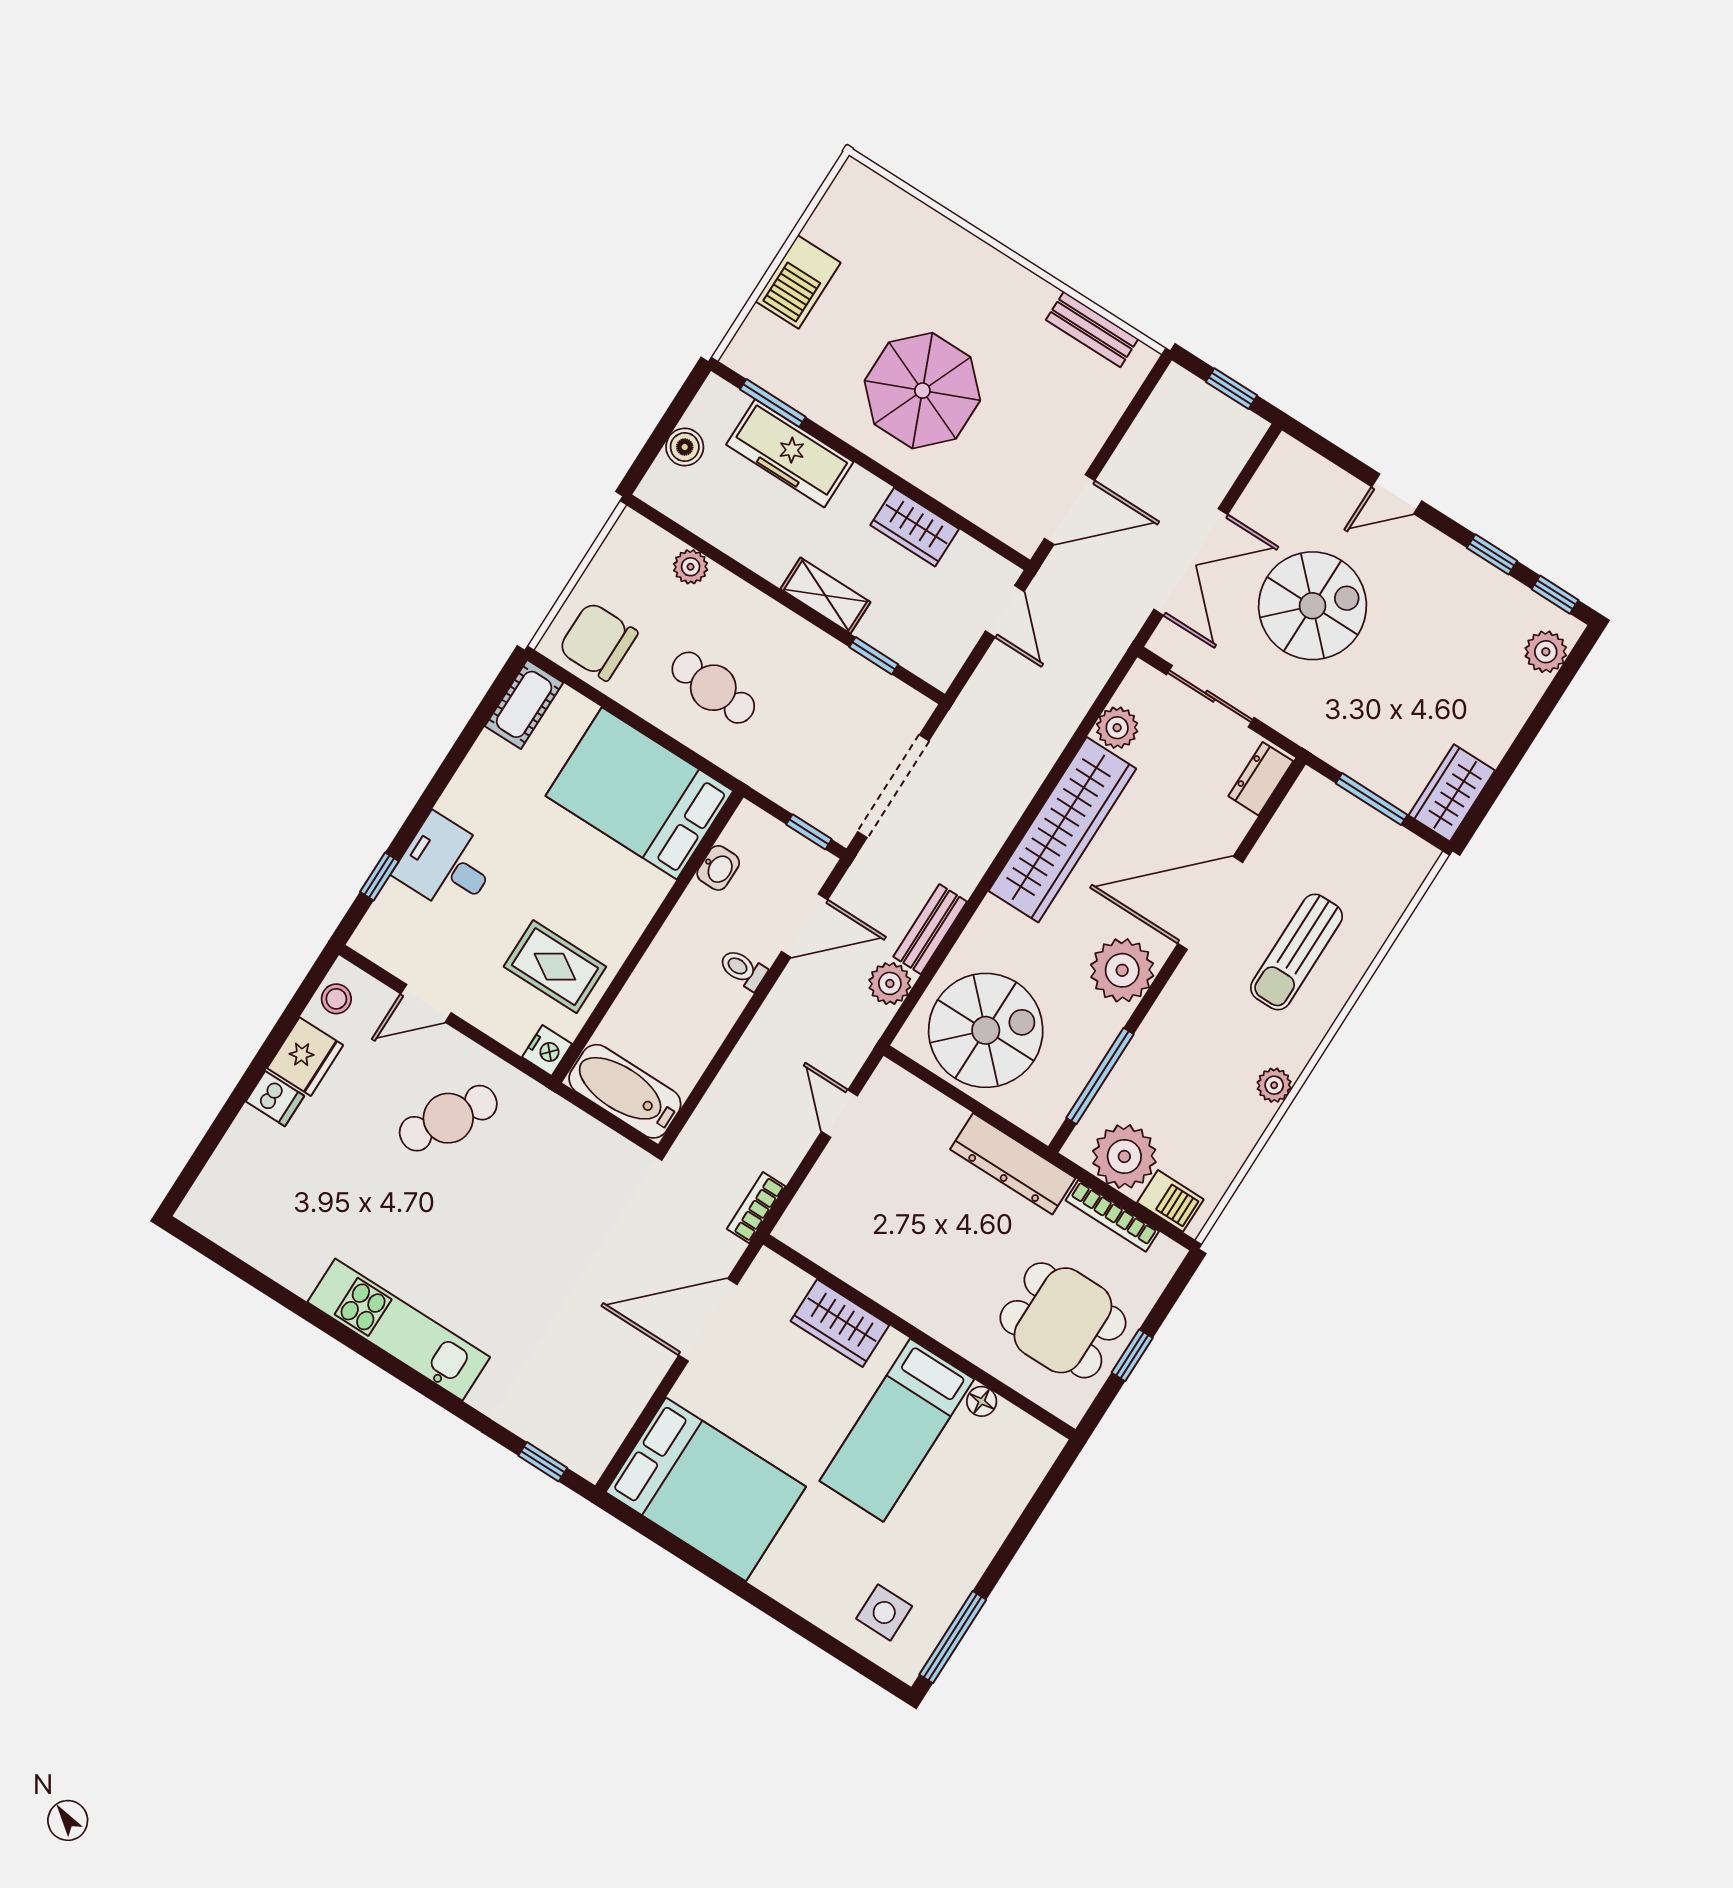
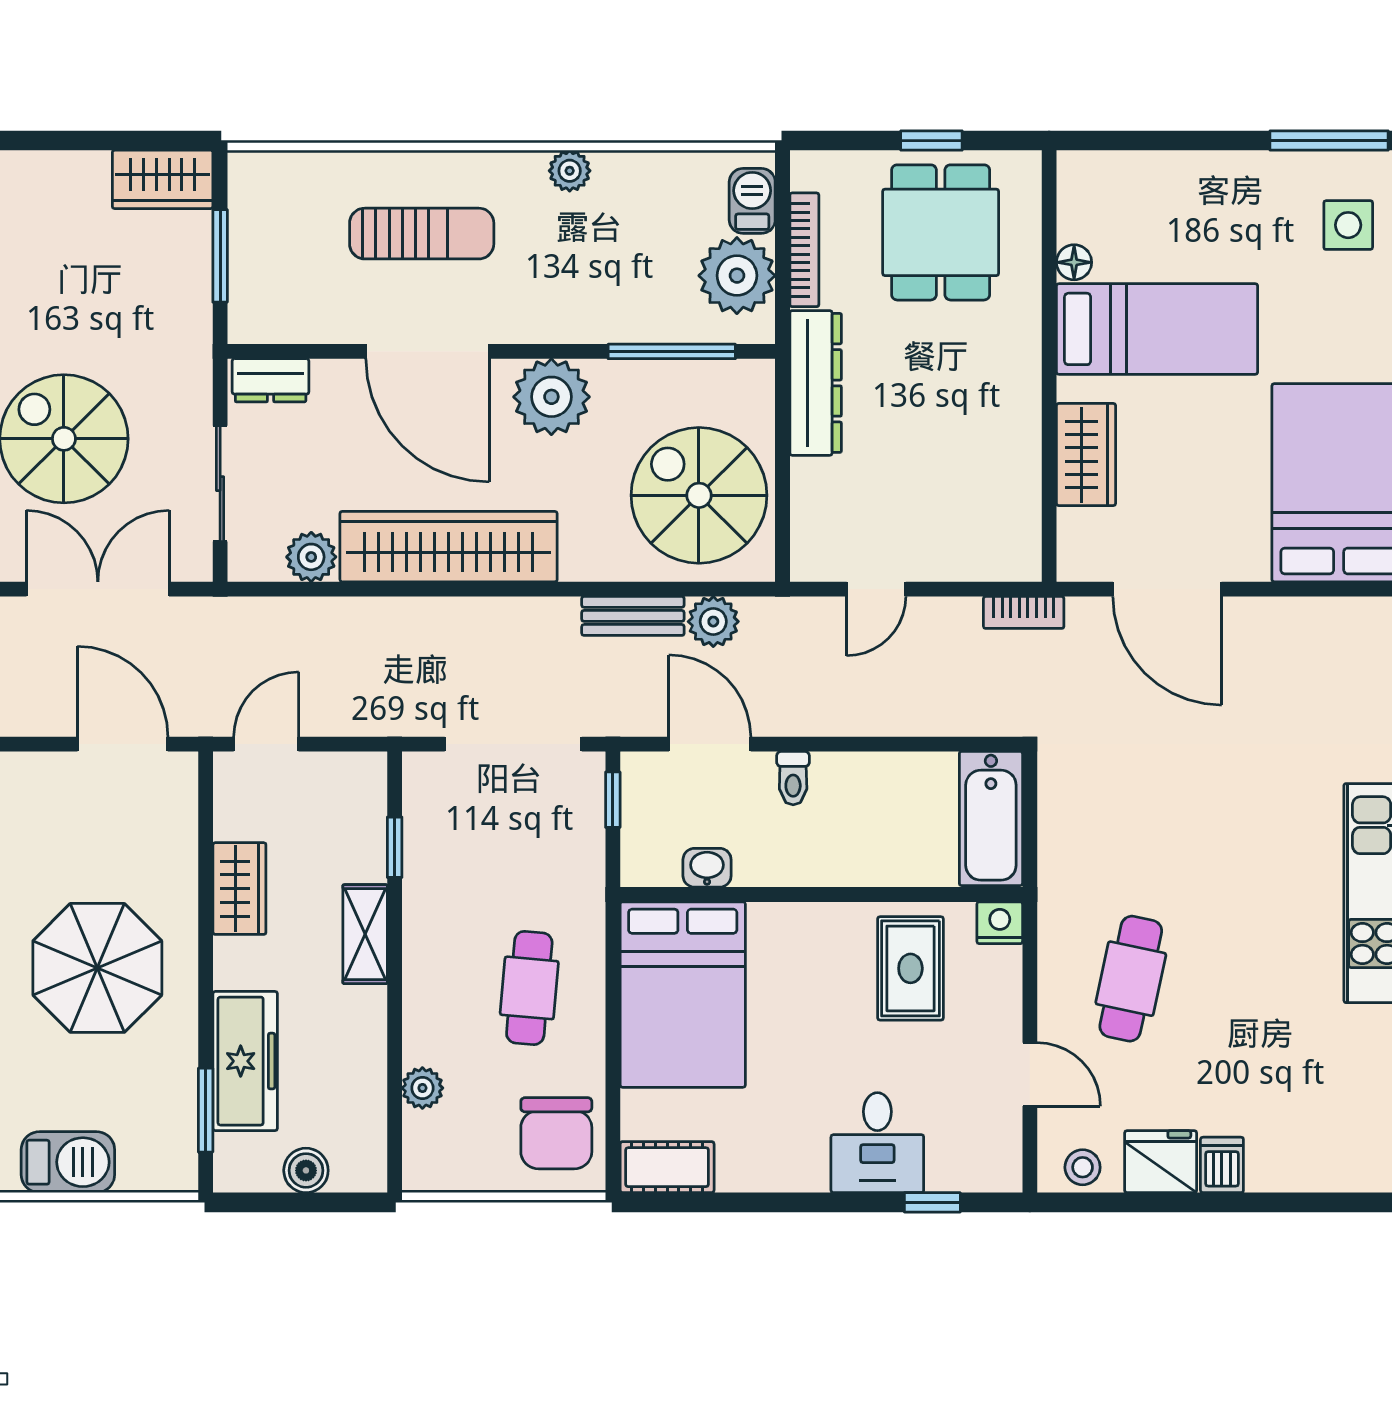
cafe table: (448, 1118) -> (1131, 979), turned 70

